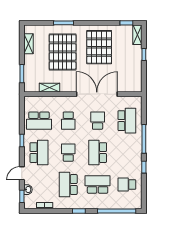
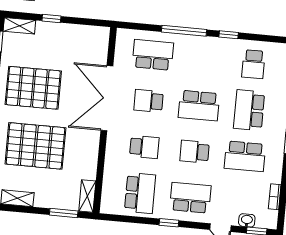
shelving: (49, 88) -> (87, 196), moved

